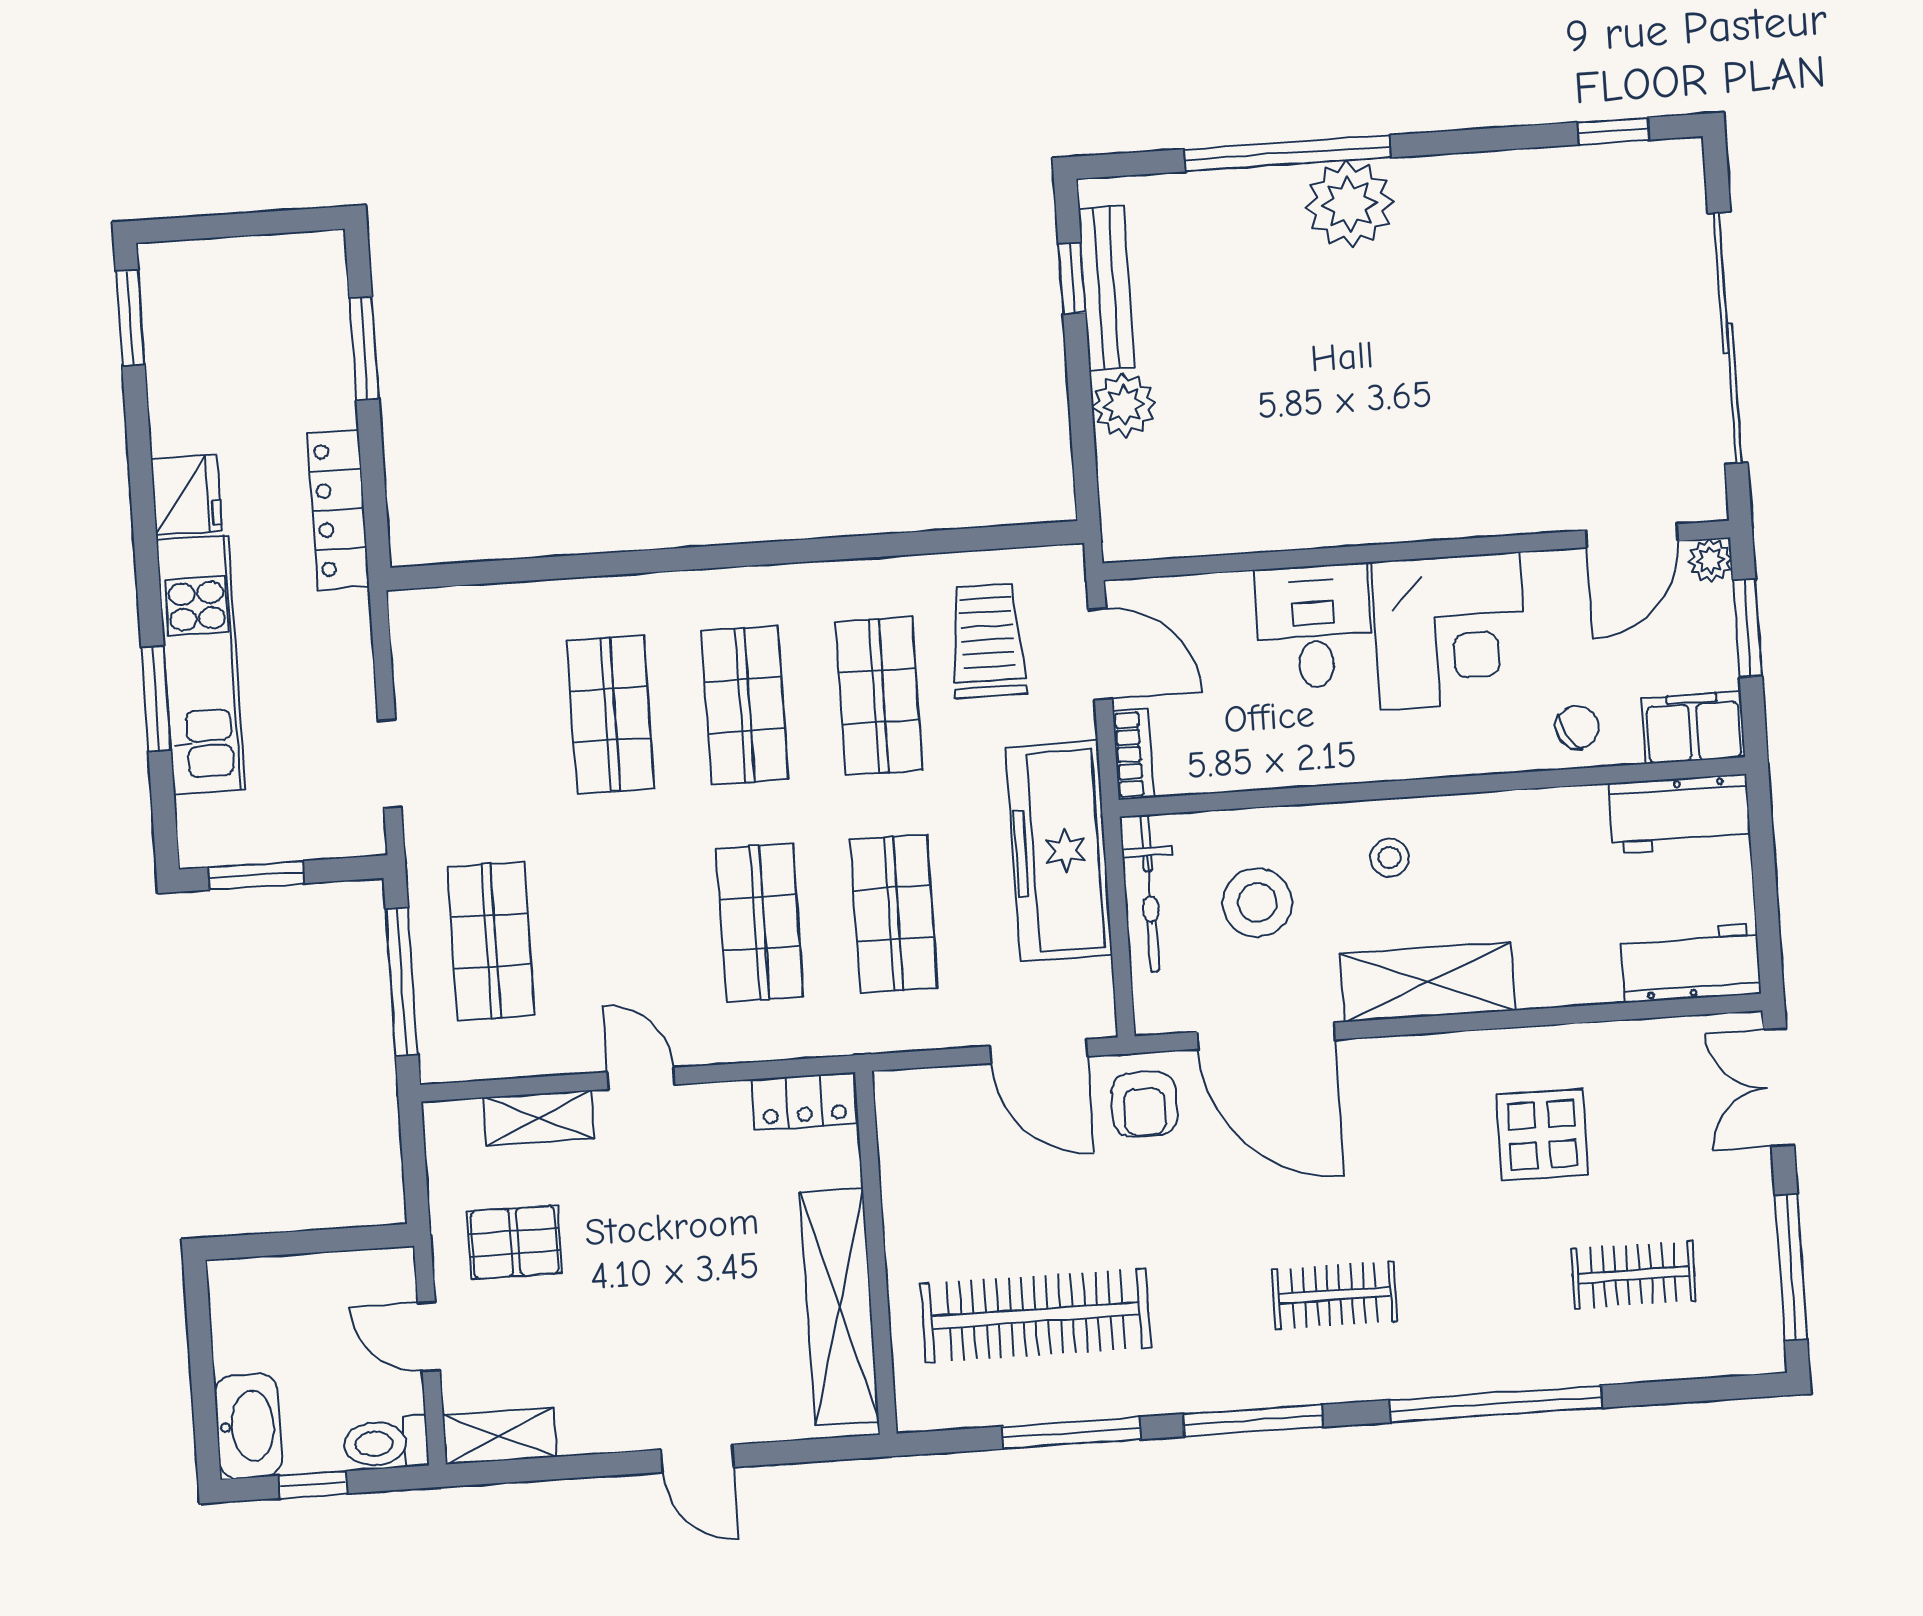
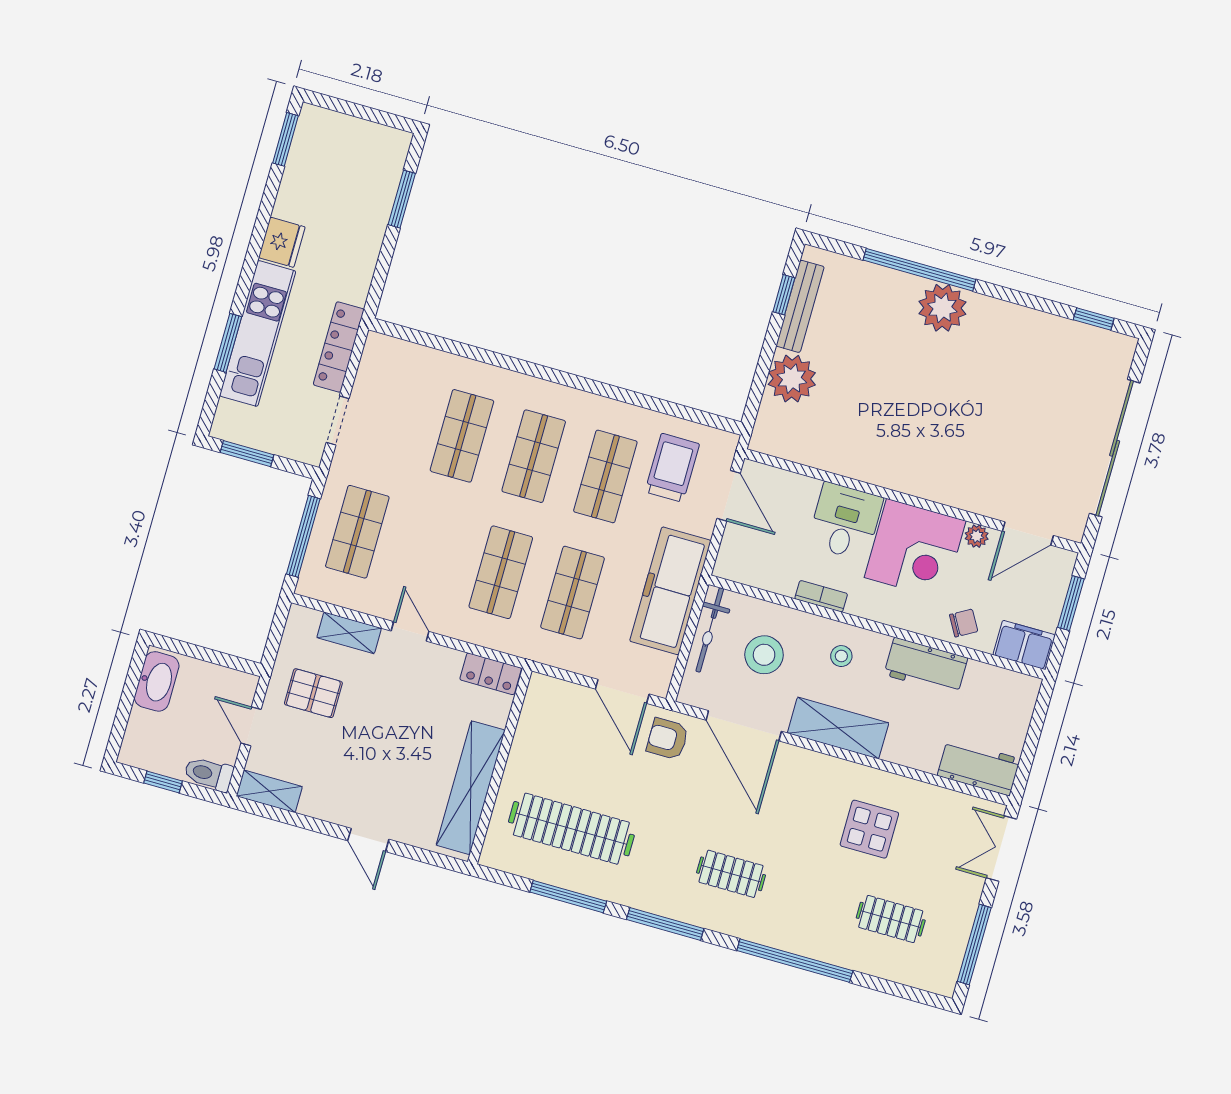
plant: (1124, 405) -> (792, 379), width x1.36, depth x1.36
locker: (338, 510) -> (339, 347), moved
plant: (1710, 560) -> (977, 536), moved
bookcase: (1133, 754) -> (821, 596), moved, turned -90
workbench: (1680, 814) -> (926, 666), moved
armchair: (1144, 1104) -> (667, 739), turned 90
washbasin: (248, 1426) -> (157, 681), moved

